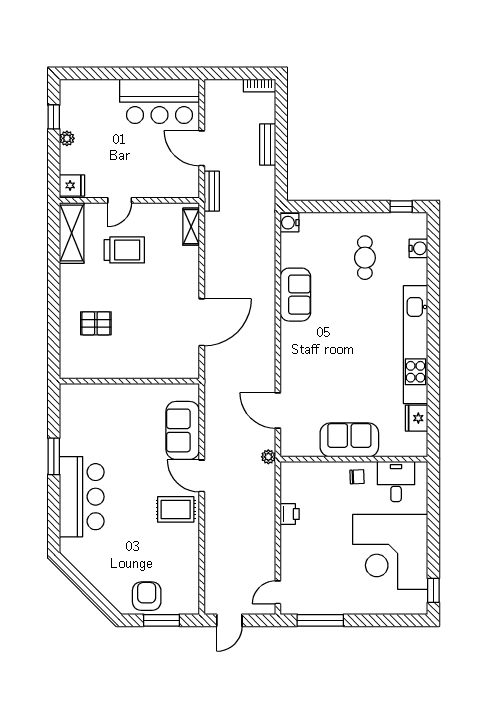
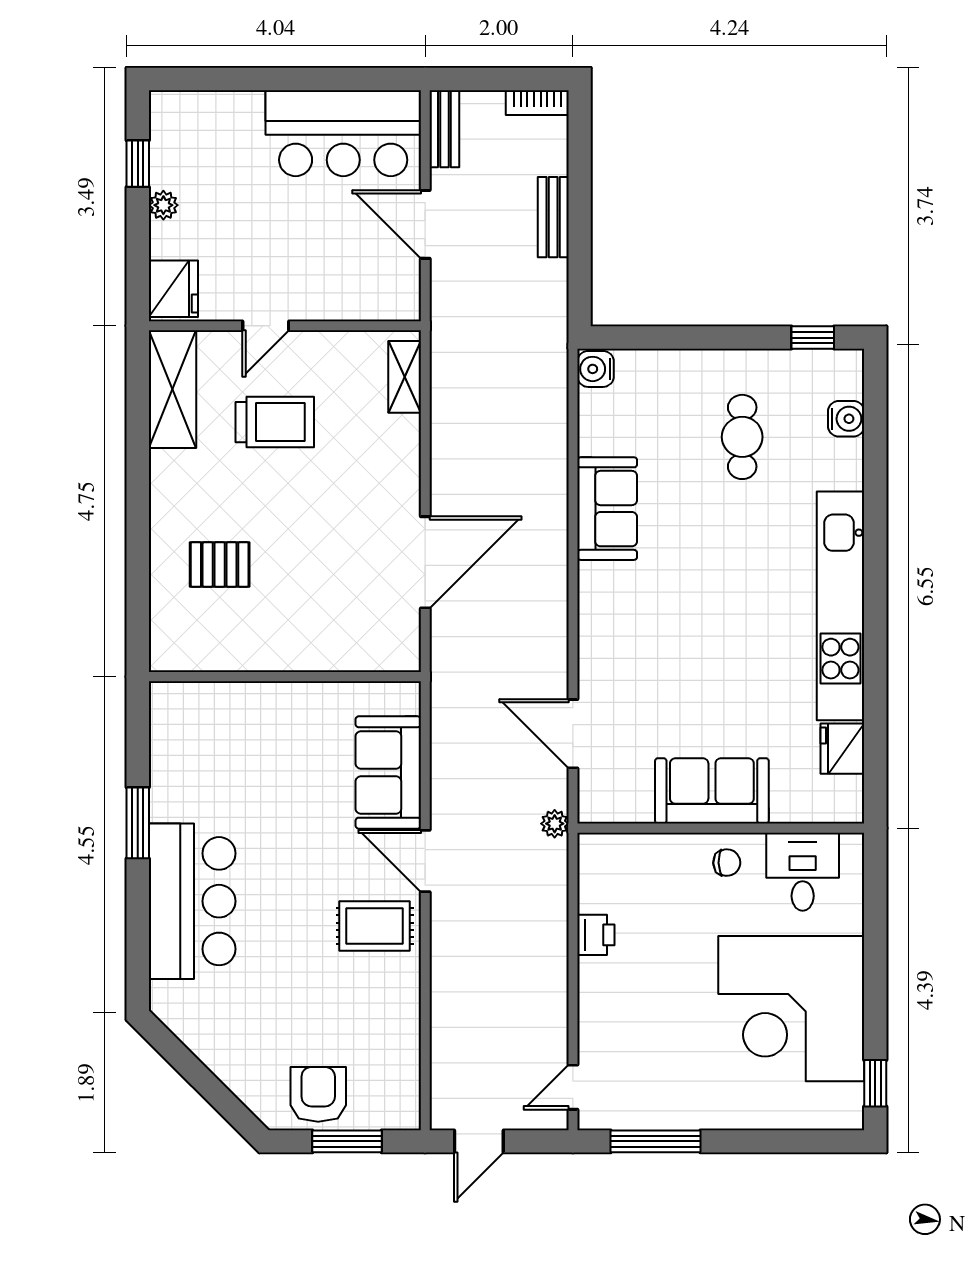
fridge: (72, 185) -> (173, 289), width x1.38
bench: (212, 191) -> (444, 129), moved

